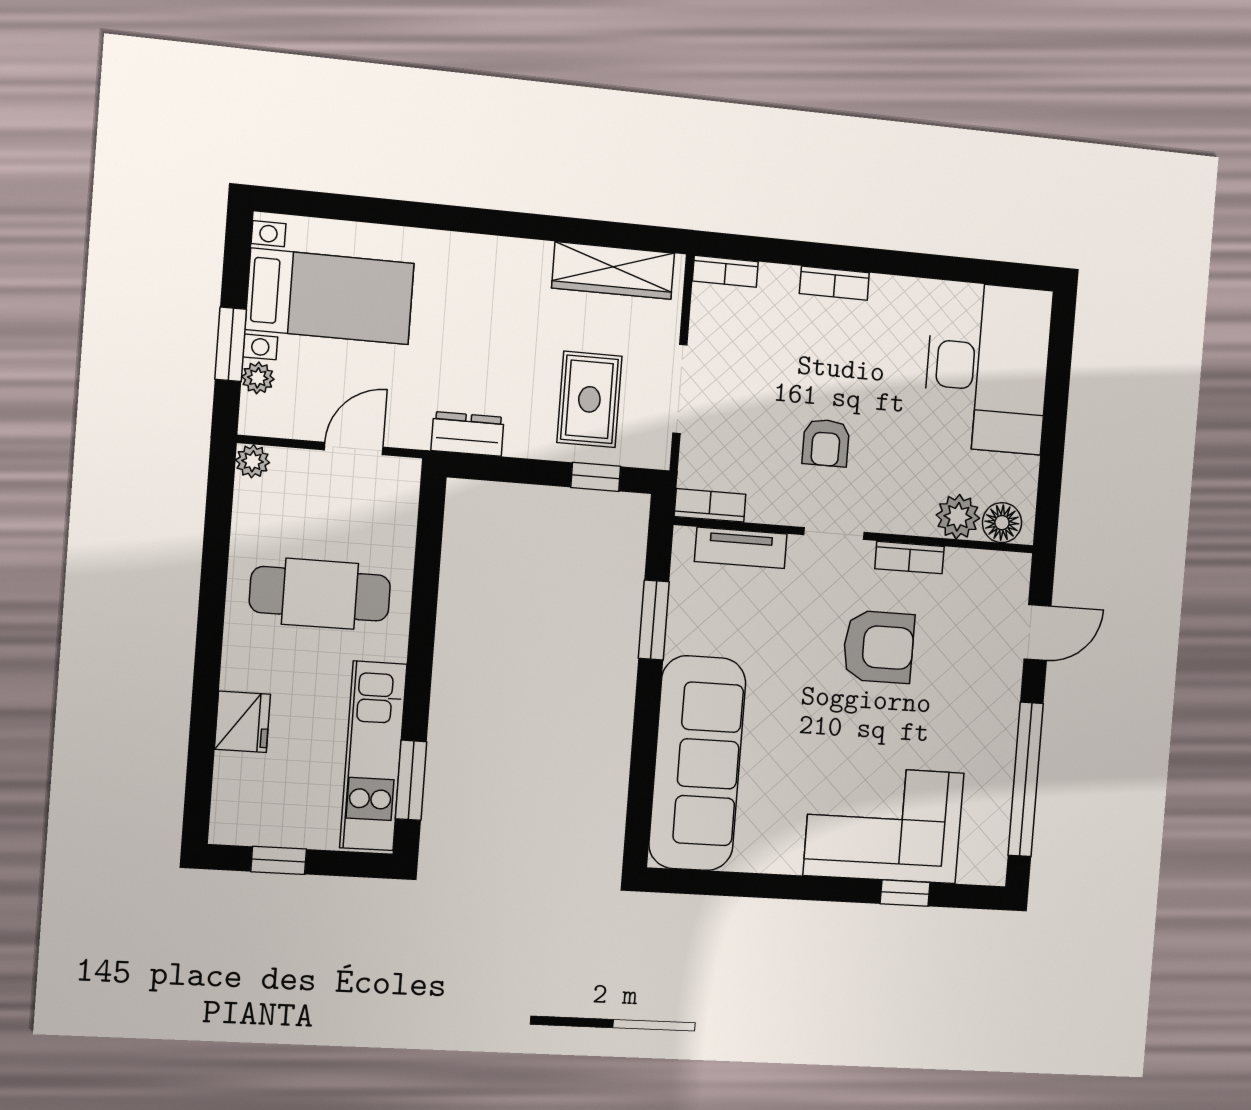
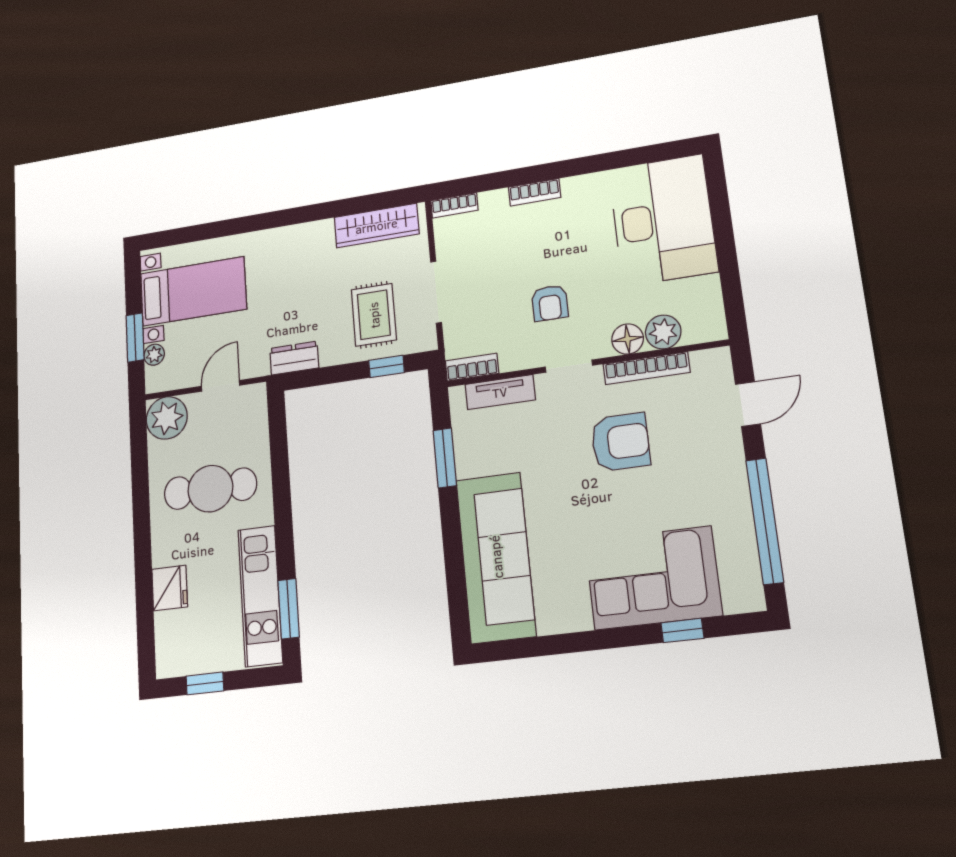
plant: (253, 461) -> (167, 418), width x1.88, depth x1.88
floor lamp: (1002, 523) -> (628, 339), moved
bookcase: (910, 558) -> (646, 368), width x1.56

